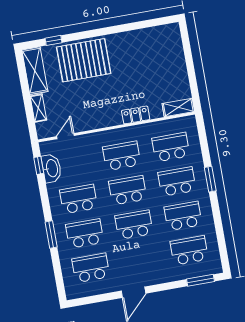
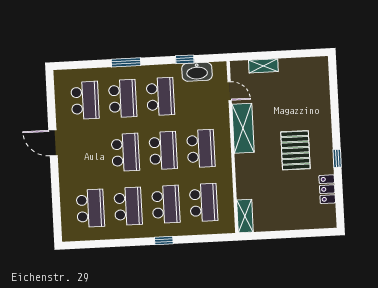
window: (53, 40) -> (337, 158), moved
pallet: (84, 60) -> (295, 150), moved, width x0.73, depth x0.71
shelving: (35, 71) -> (243, 128), moved, turned 90
locker: (136, 115) -> (327, 189), moved, turned 180
window: (39, 165) -> (185, 59), moved
window: (210, 179) -> (164, 240), width x0.67
window: (201, 280) -> (57, 216), removed

